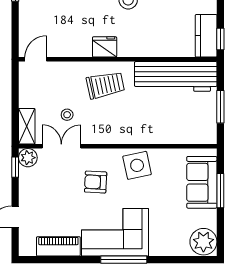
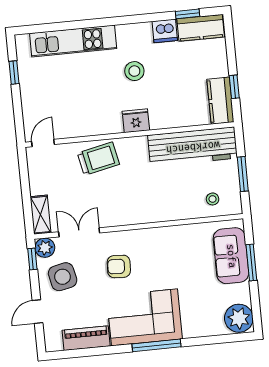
window: (220, 39) -> (234, 87), moved
fridge: (105, 47) -> (136, 121), moved
trolley: (105, 85) -> (98, 159), moved
stool: (67, 115) -> (213, 199), moved
side table: (137, 165) -> (63, 277), moved

